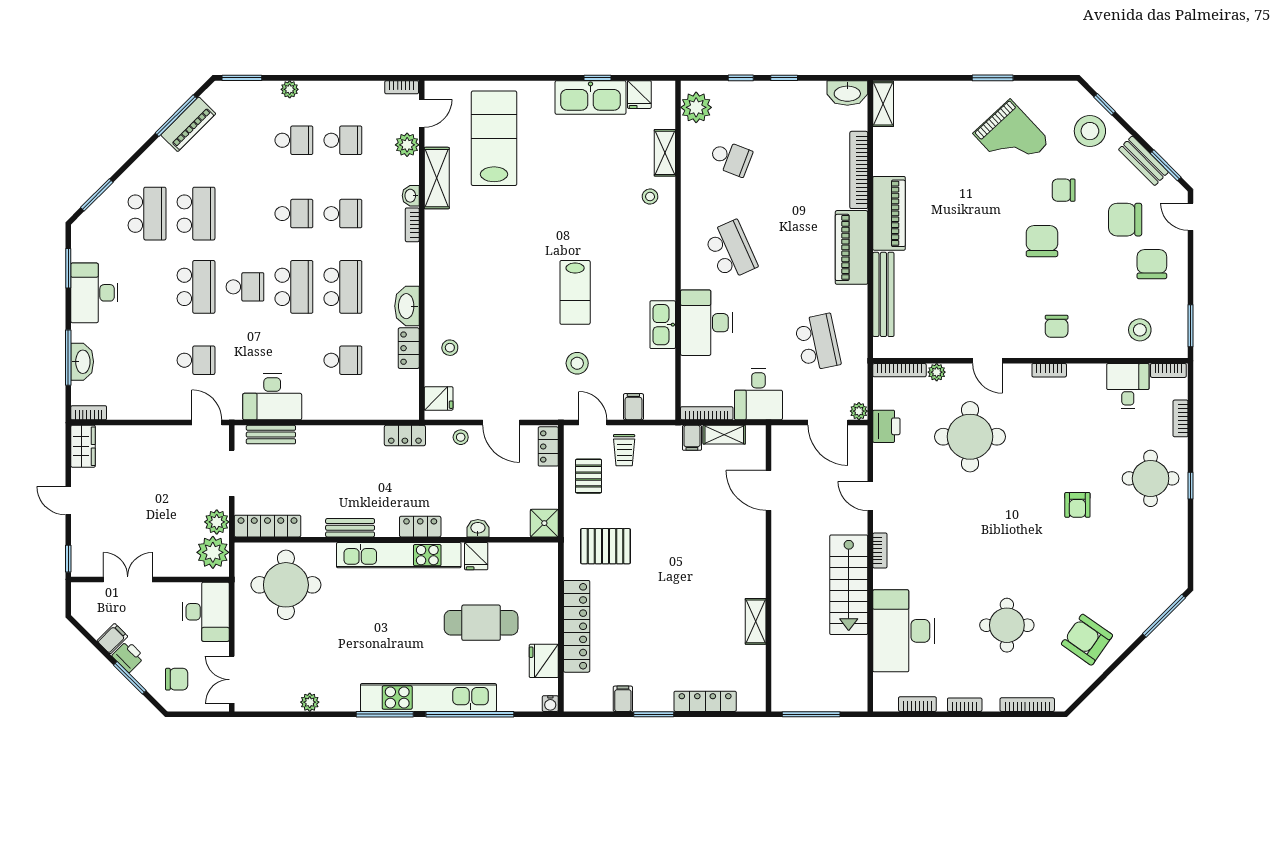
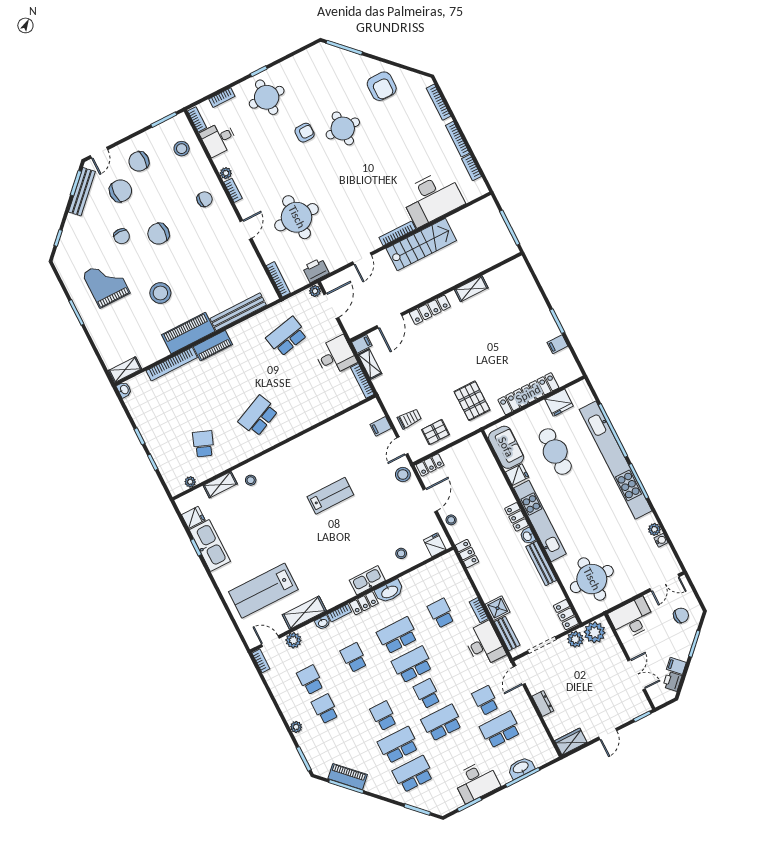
washbasin: (847, 93) -> (124, 390), width x0.52, depth x0.69
plant: (696, 107) -> (190, 482), width x0.53, depth x0.53
stool: (1090, 131) -> (160, 293), moved
grand piano: (1011, 137) -> (106, 283), turned -47
bench: (1143, 161) -> (82, 192), width x1.36
school desk: (294, 214) -> (383, 716), moved
chair: (1125, 220) -> (120, 191), turned -90
piano: (852, 247) -> (213, 346), width x0.73, depth x0.75
desk: (706, 323) -> (309, 408), removed
kitchen sink: (663, 325) -> (367, 580), moved, turned 180
locker: (409, 348) -> (364, 603), moved
school desk: (147, 360) -> (500, 730), added
stool: (577, 363) -> (403, 474), moved
plant: (937, 372) -> (226, 173), moved
bookcase: (89, 413) -> (479, 610), moved
dresser: (153, 435) -> (543, 703), added
filing cabinet: (692, 438) -> (362, 344), moved
shower: (544, 523) -> (498, 608), moved
locker: (267, 526) -> (566, 615), width x0.66
bench: (350, 528) -> (541, 563), width x1.36
washbasin: (478, 528) -> (528, 536), moved
bookcase: (880, 550) -> (397, 233), width x1.56
sofa: (520, 560) -> (506, 447), added
double door: (128, 579) -> (637, 675), swing flipped
round table: (1007, 625) -> (343, 128), moved
armchair: (1087, 640) -> (382, 86), turned -35
printer: (128, 656) -> (672, 681), moved
chair: (177, 679) -> (681, 615), turned 90
kitchen unit: (428, 698) -> (616, 460), width x1.36
locker: (705, 701) -> (430, 310), moved, turned -90
water cooler: (550, 704) -> (661, 540), moved
bookcase: (965, 705) -> (457, 139), width x1.56

